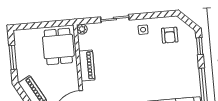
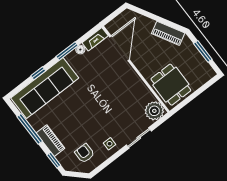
plant: (82, 29) -> (154, 111), width x1.87, depth x1.87
piano: (87, 66) -> (50, 141), moved, turned 180

